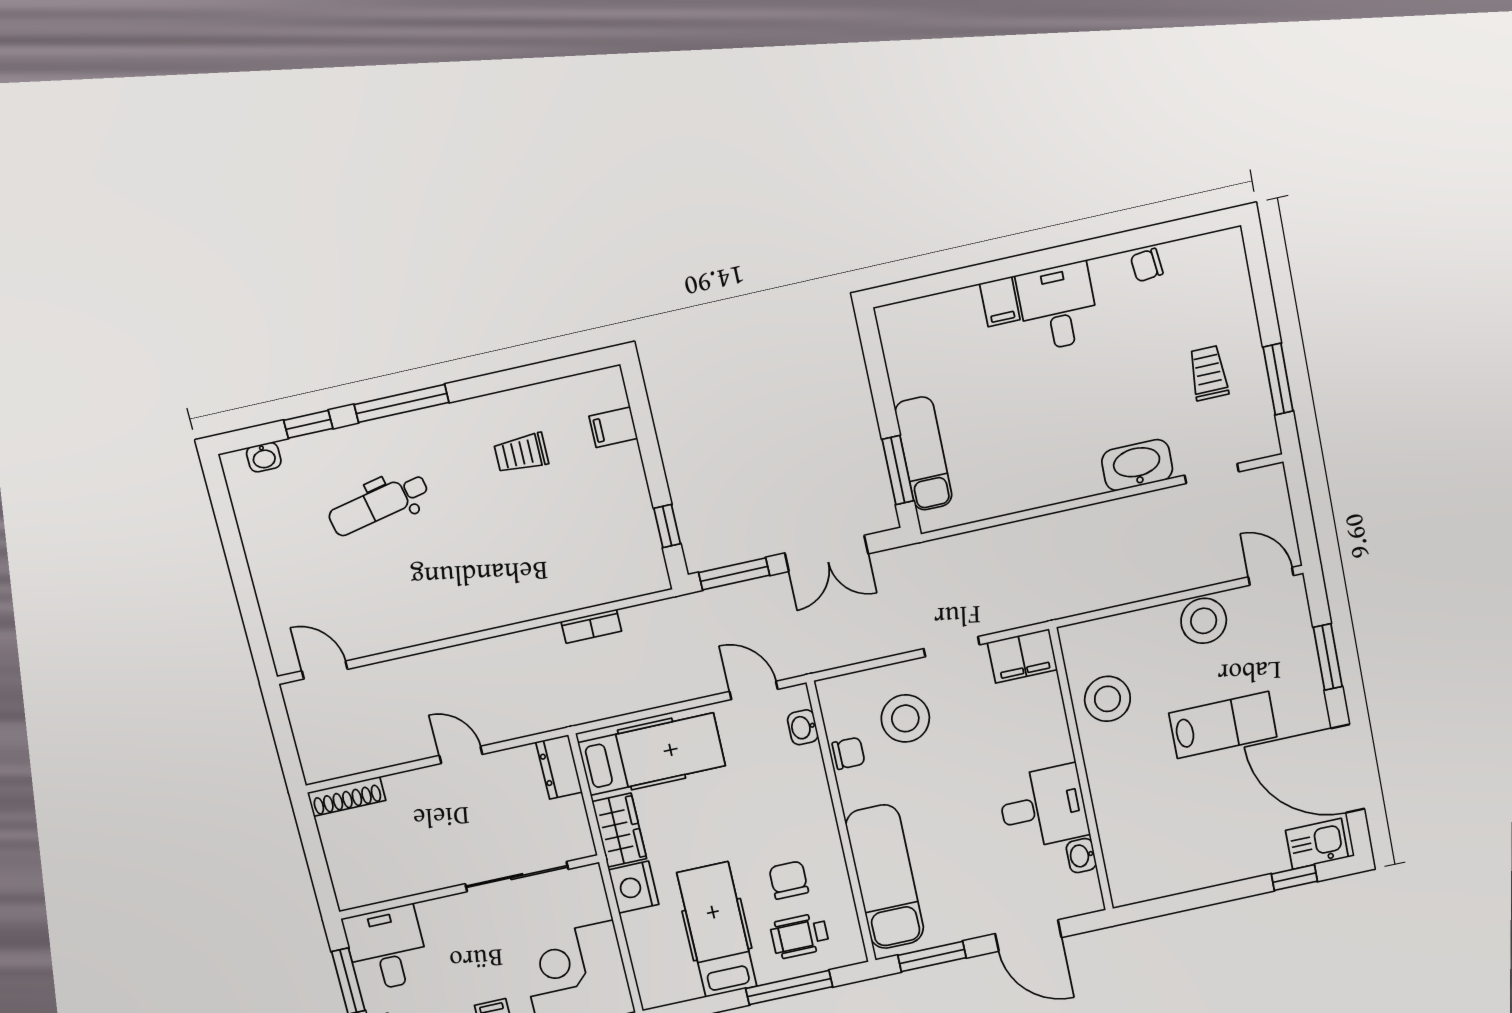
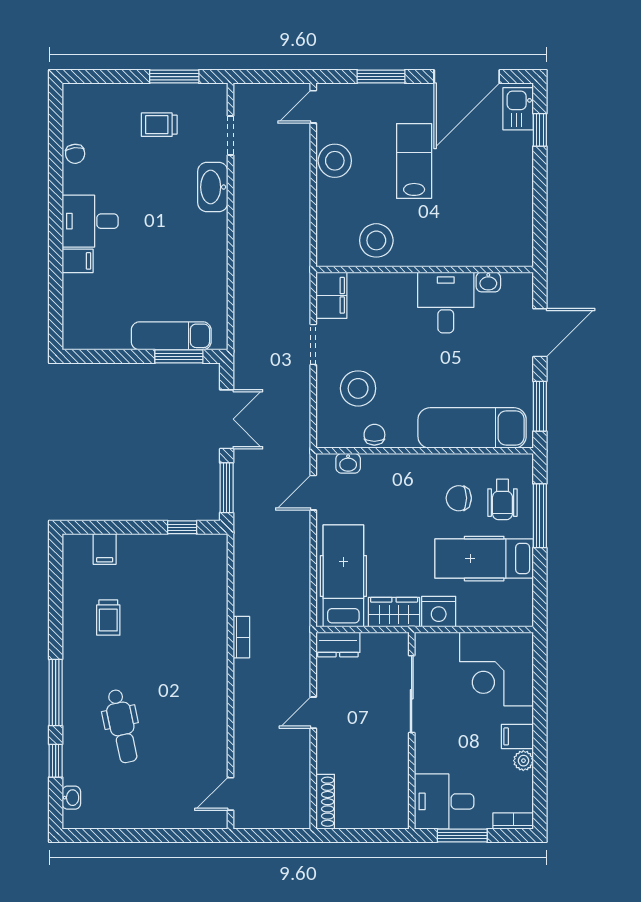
bookcase: (591, 626) -> (241, 637), moved

